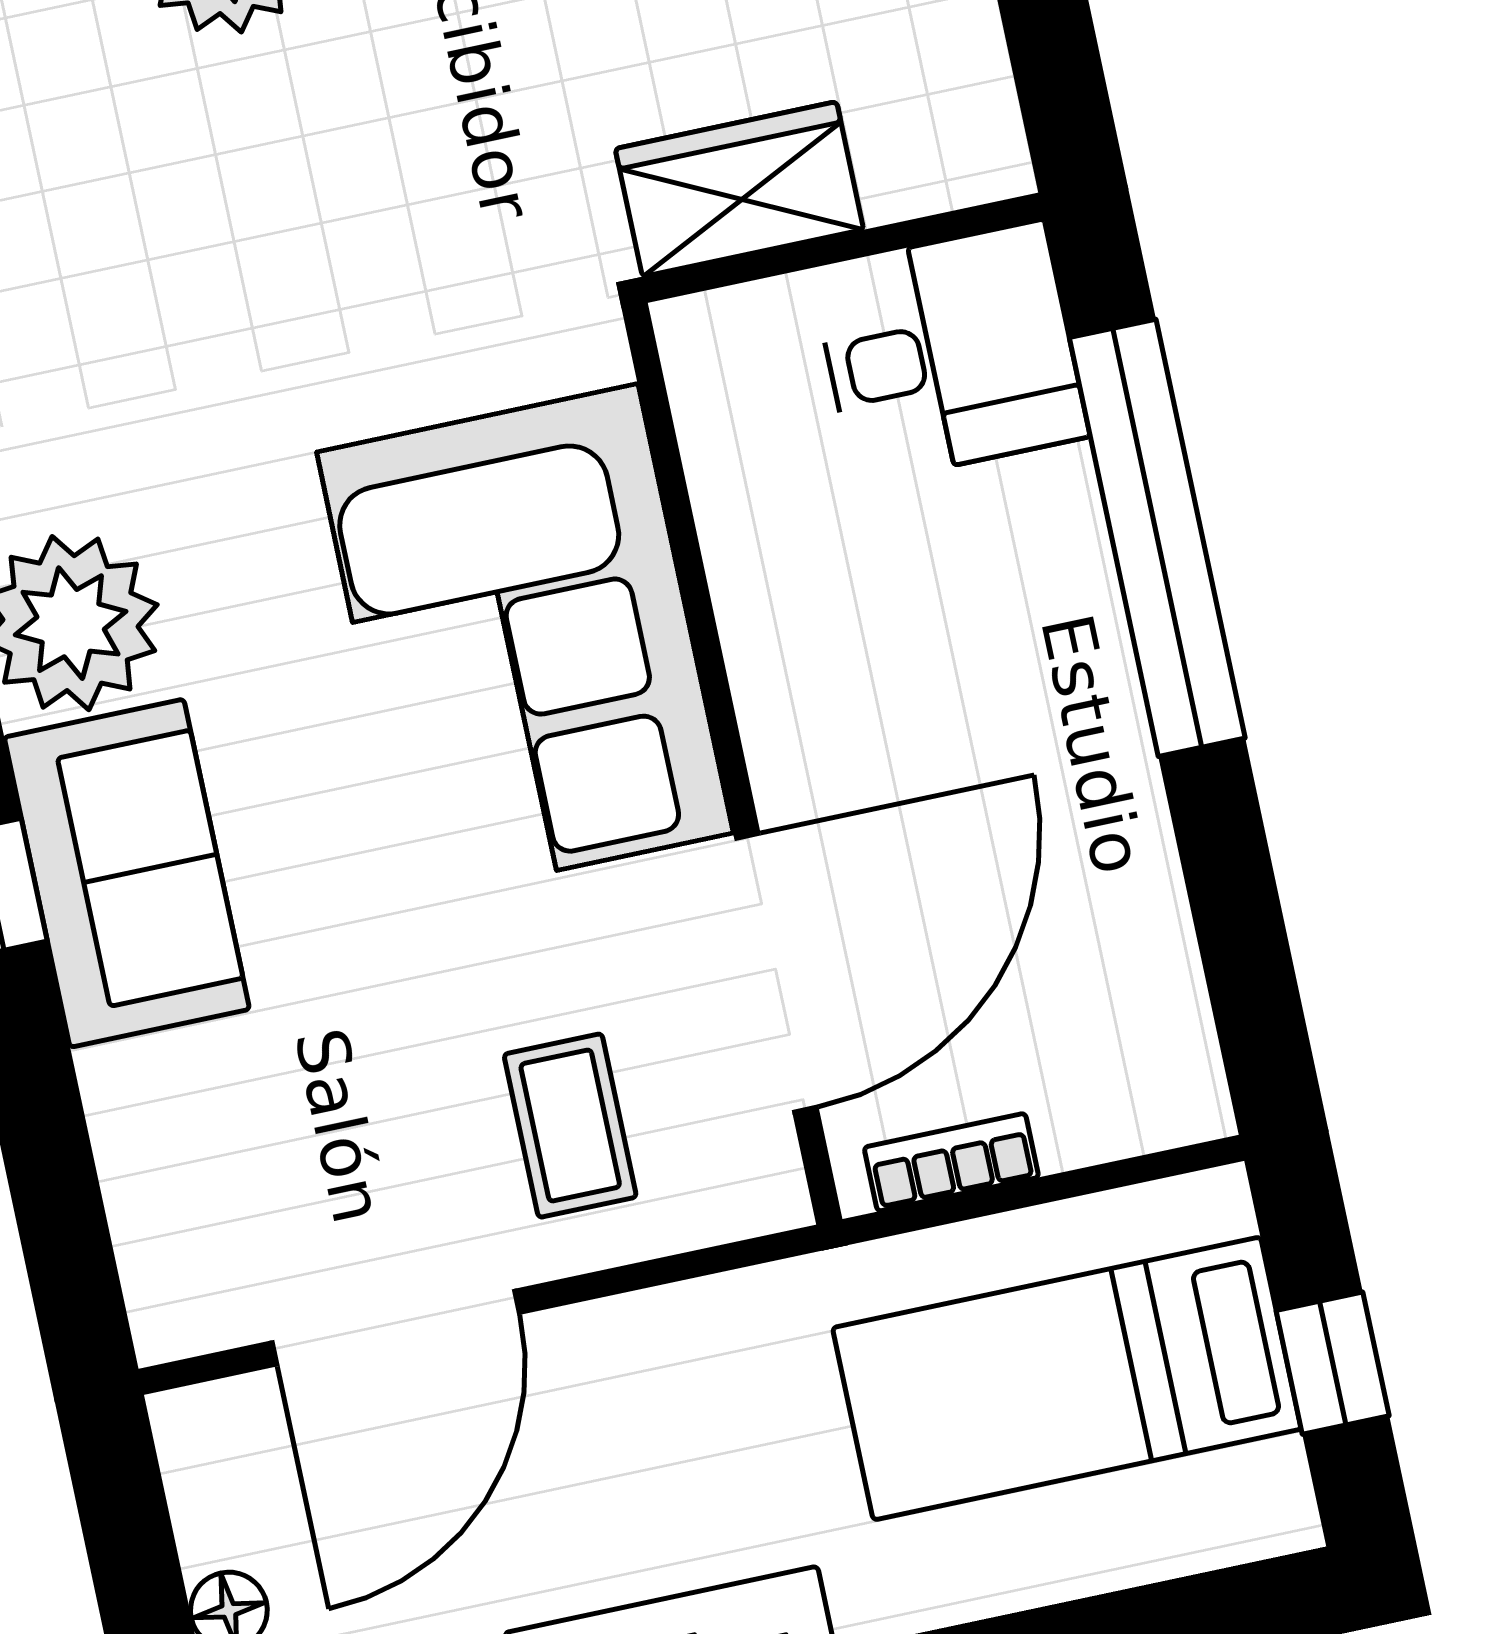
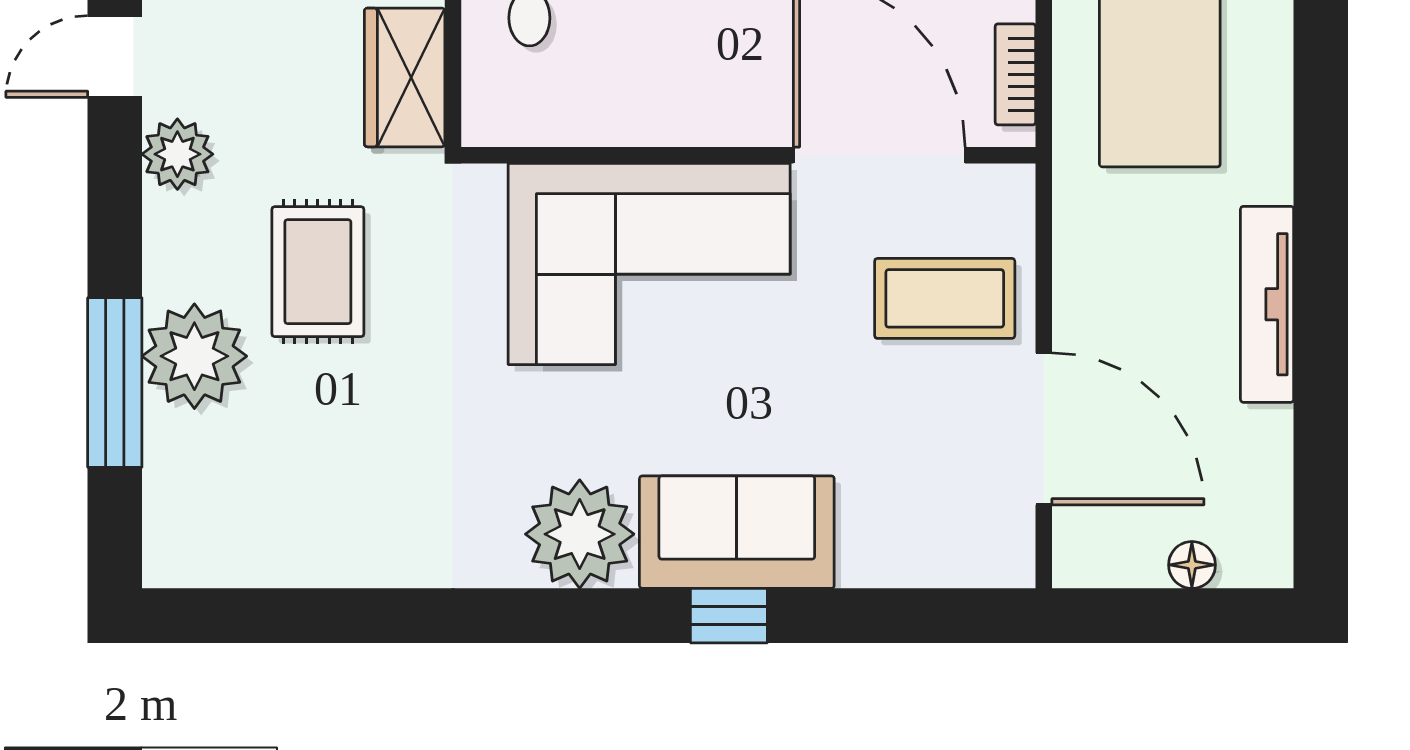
rug: (400, 117) -> (318, 272), added
coffee table: (570, 1126) -> (945, 298), width x1.36, depth x1.30

